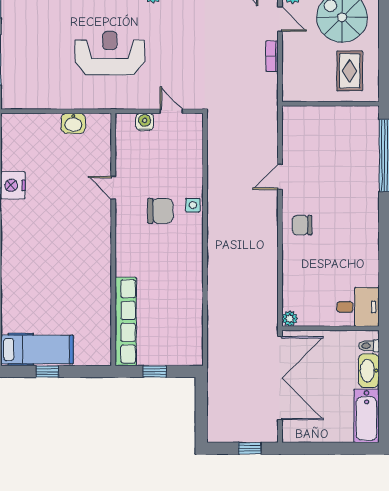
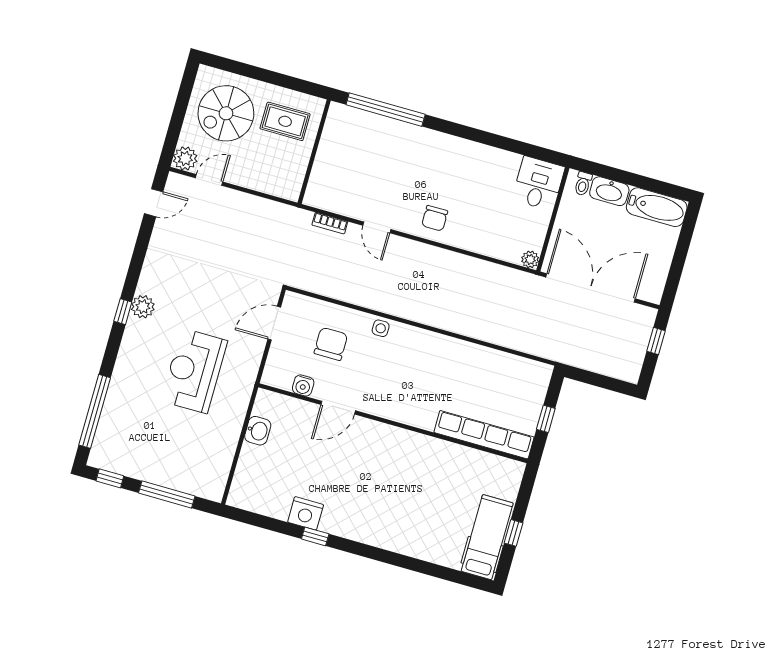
bookcase: (272, 56) -> (330, 223), moved
door: (171, 111) -> (274, 323), width x1.38
water cooler: (145, 122) -> (303, 385), moved, turned -90
door: (113, 188) -> (338, 408), width x1.38
chair: (160, 211) -> (331, 344), moved

